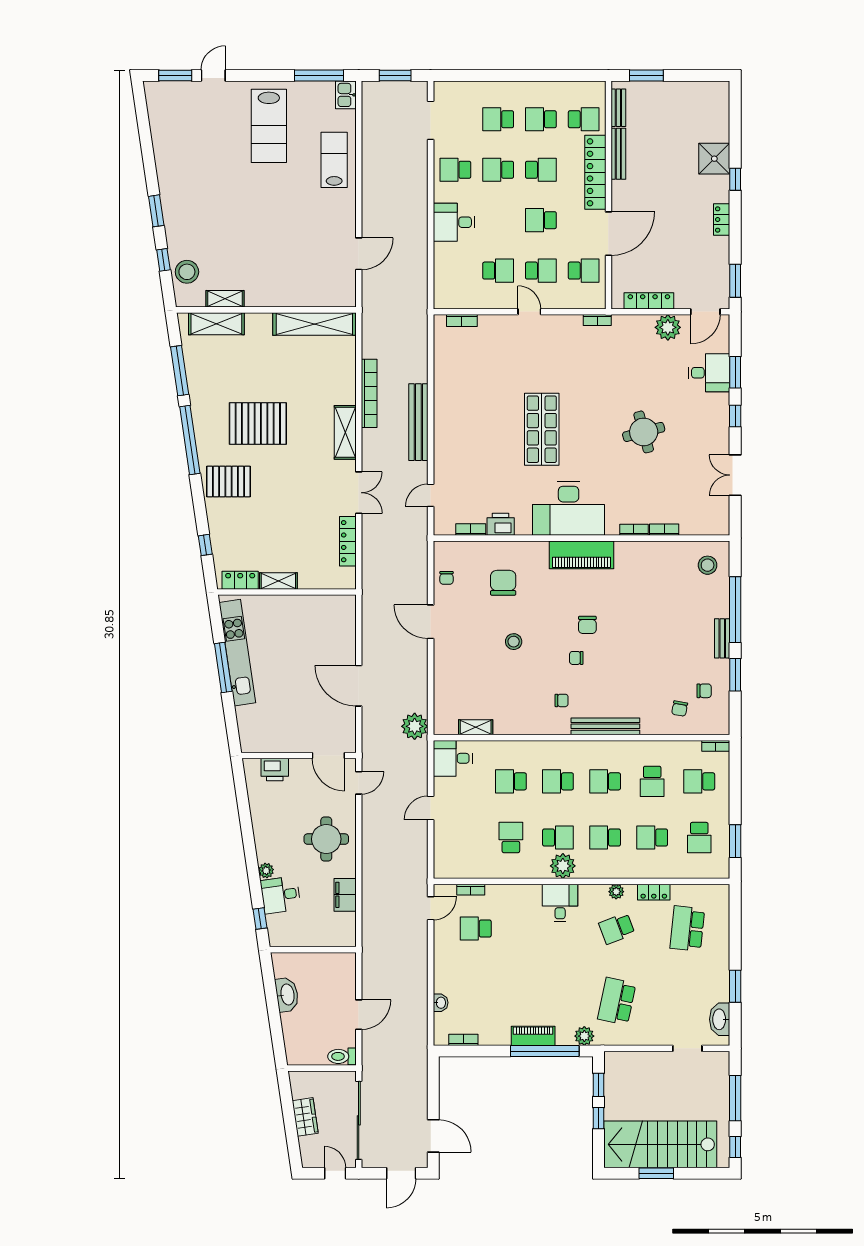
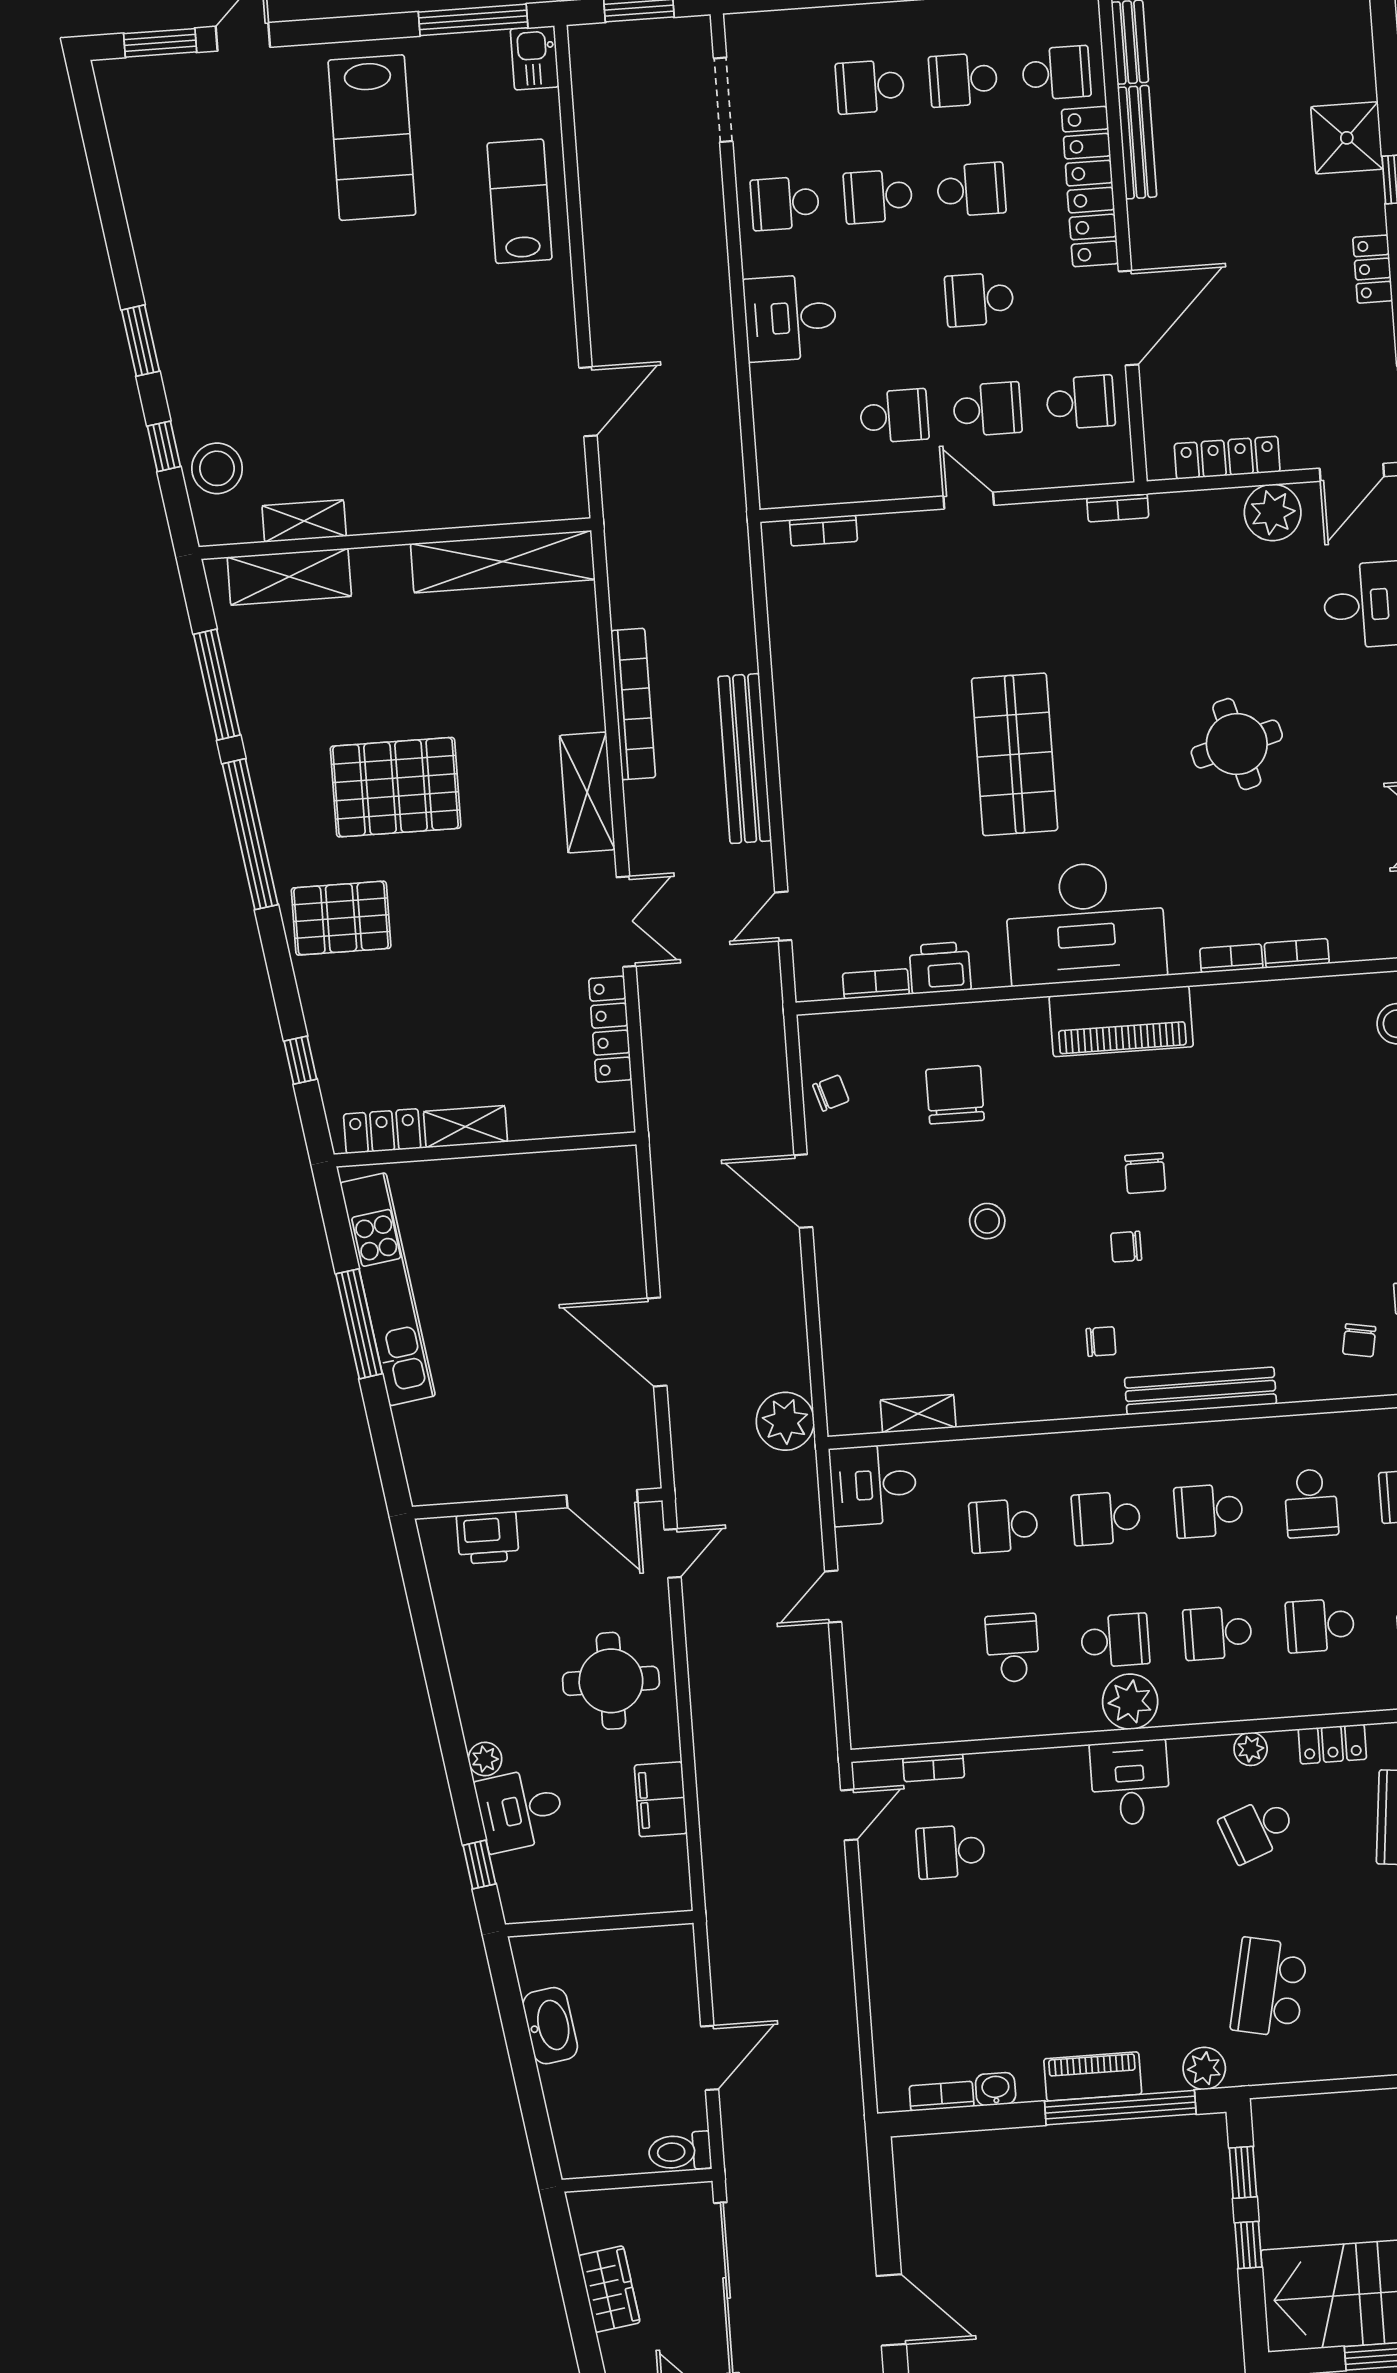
chair: (446, 578) -> (831, 1093), turned -107
washbasin: (441, 1003) -> (996, 2089), moved, turned -90

